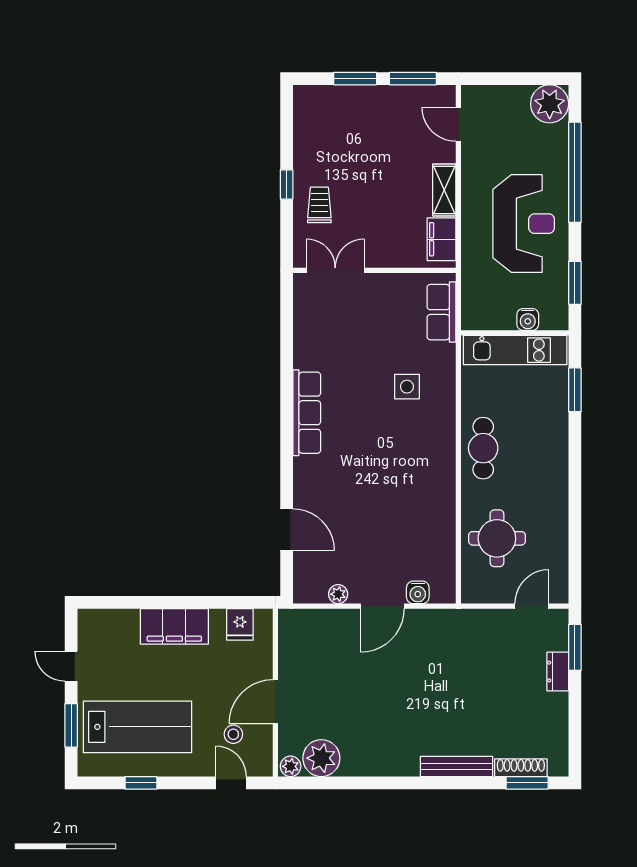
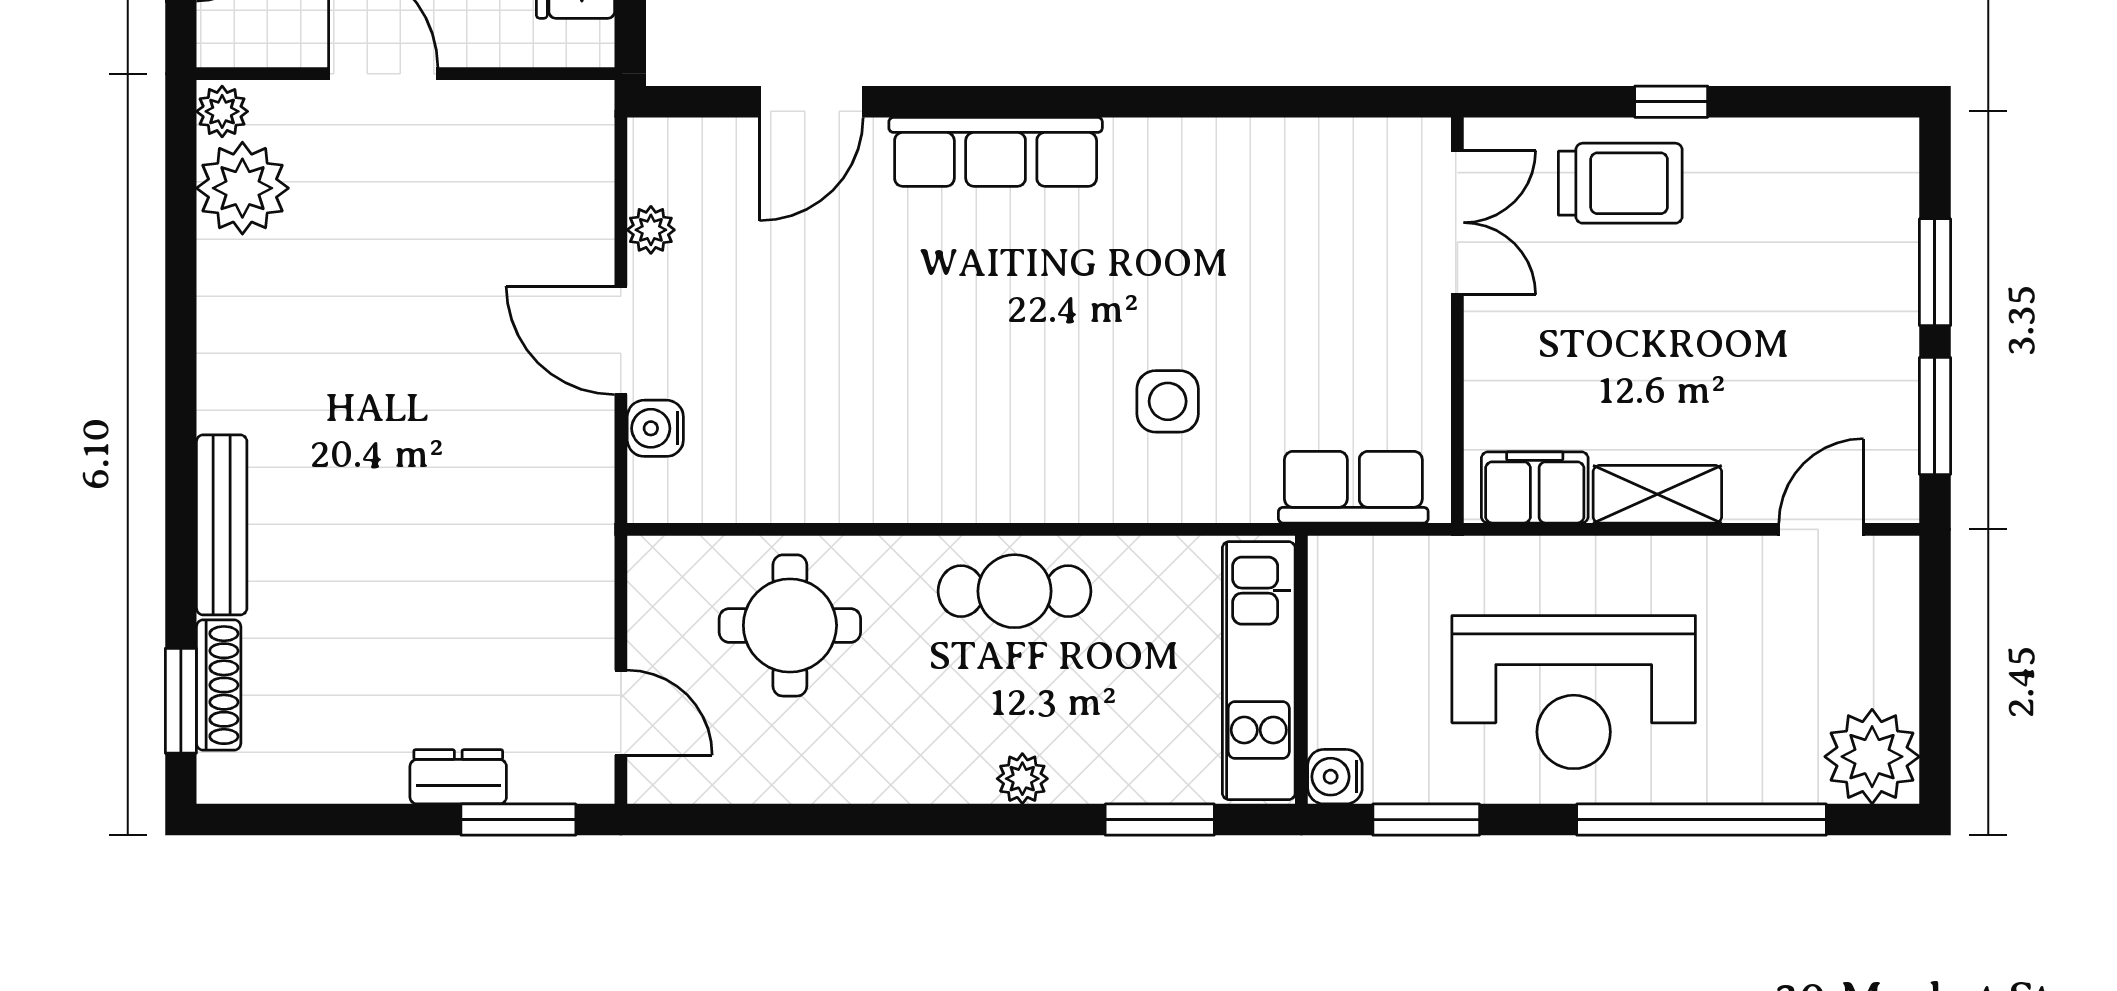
trolley: (319, 205) -> (1620, 183), width x1.36, depth x1.39
water cooler: (528, 319) -> (1335, 777), moved
row of seats: (307, 413) -> (996, 152), moved
plant: (558, 445) -> (1022, 779), added

